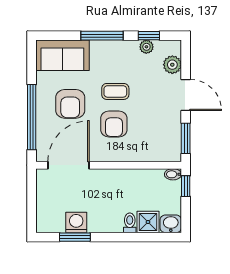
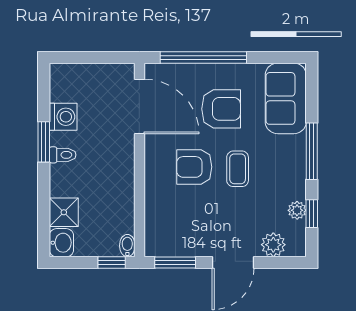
armchair: (70, 104) -> (221, 109), turned 180
toilet: (130, 223) -> (63, 155), moved
window: (75, 237) -> (44, 142), moved

